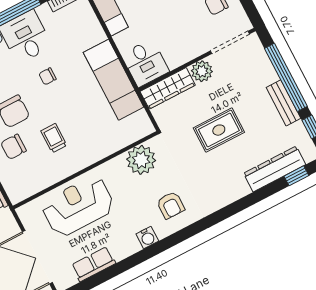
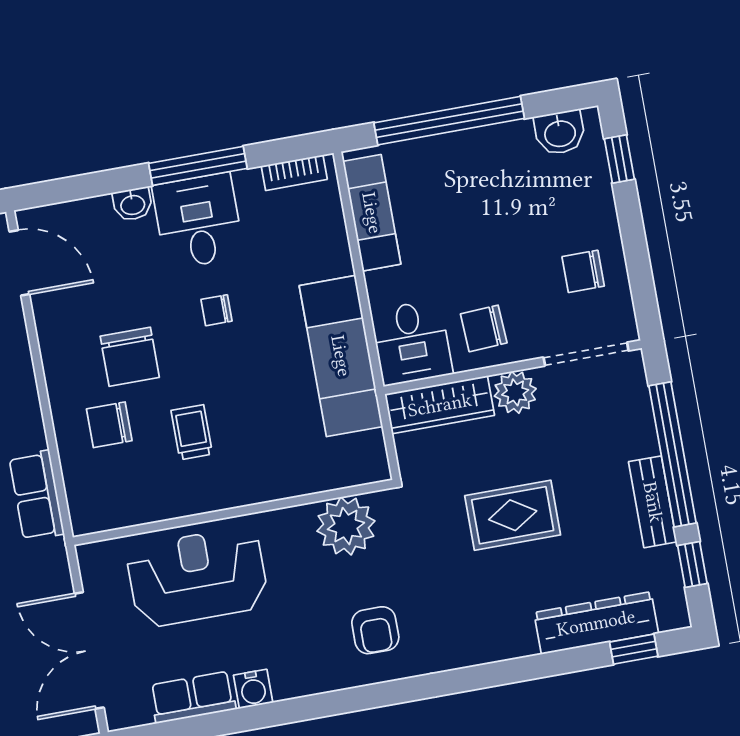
chair: (177, 45) -> (484, 328), added
water cooler: (147, 238) -> (253, 689), moved

